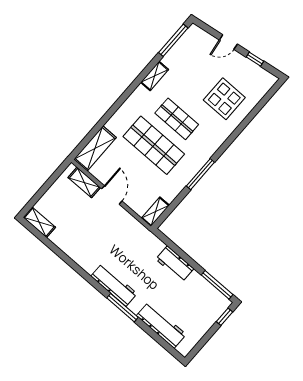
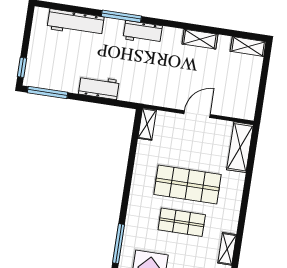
window: (200, 174) -> (119, 244), moved
shelving: (84, 183) -> (200, 39), moved
door: (112, 195) -> (197, 114), swing flipped
workbench: (114, 285) -> (143, 32), width x0.73

